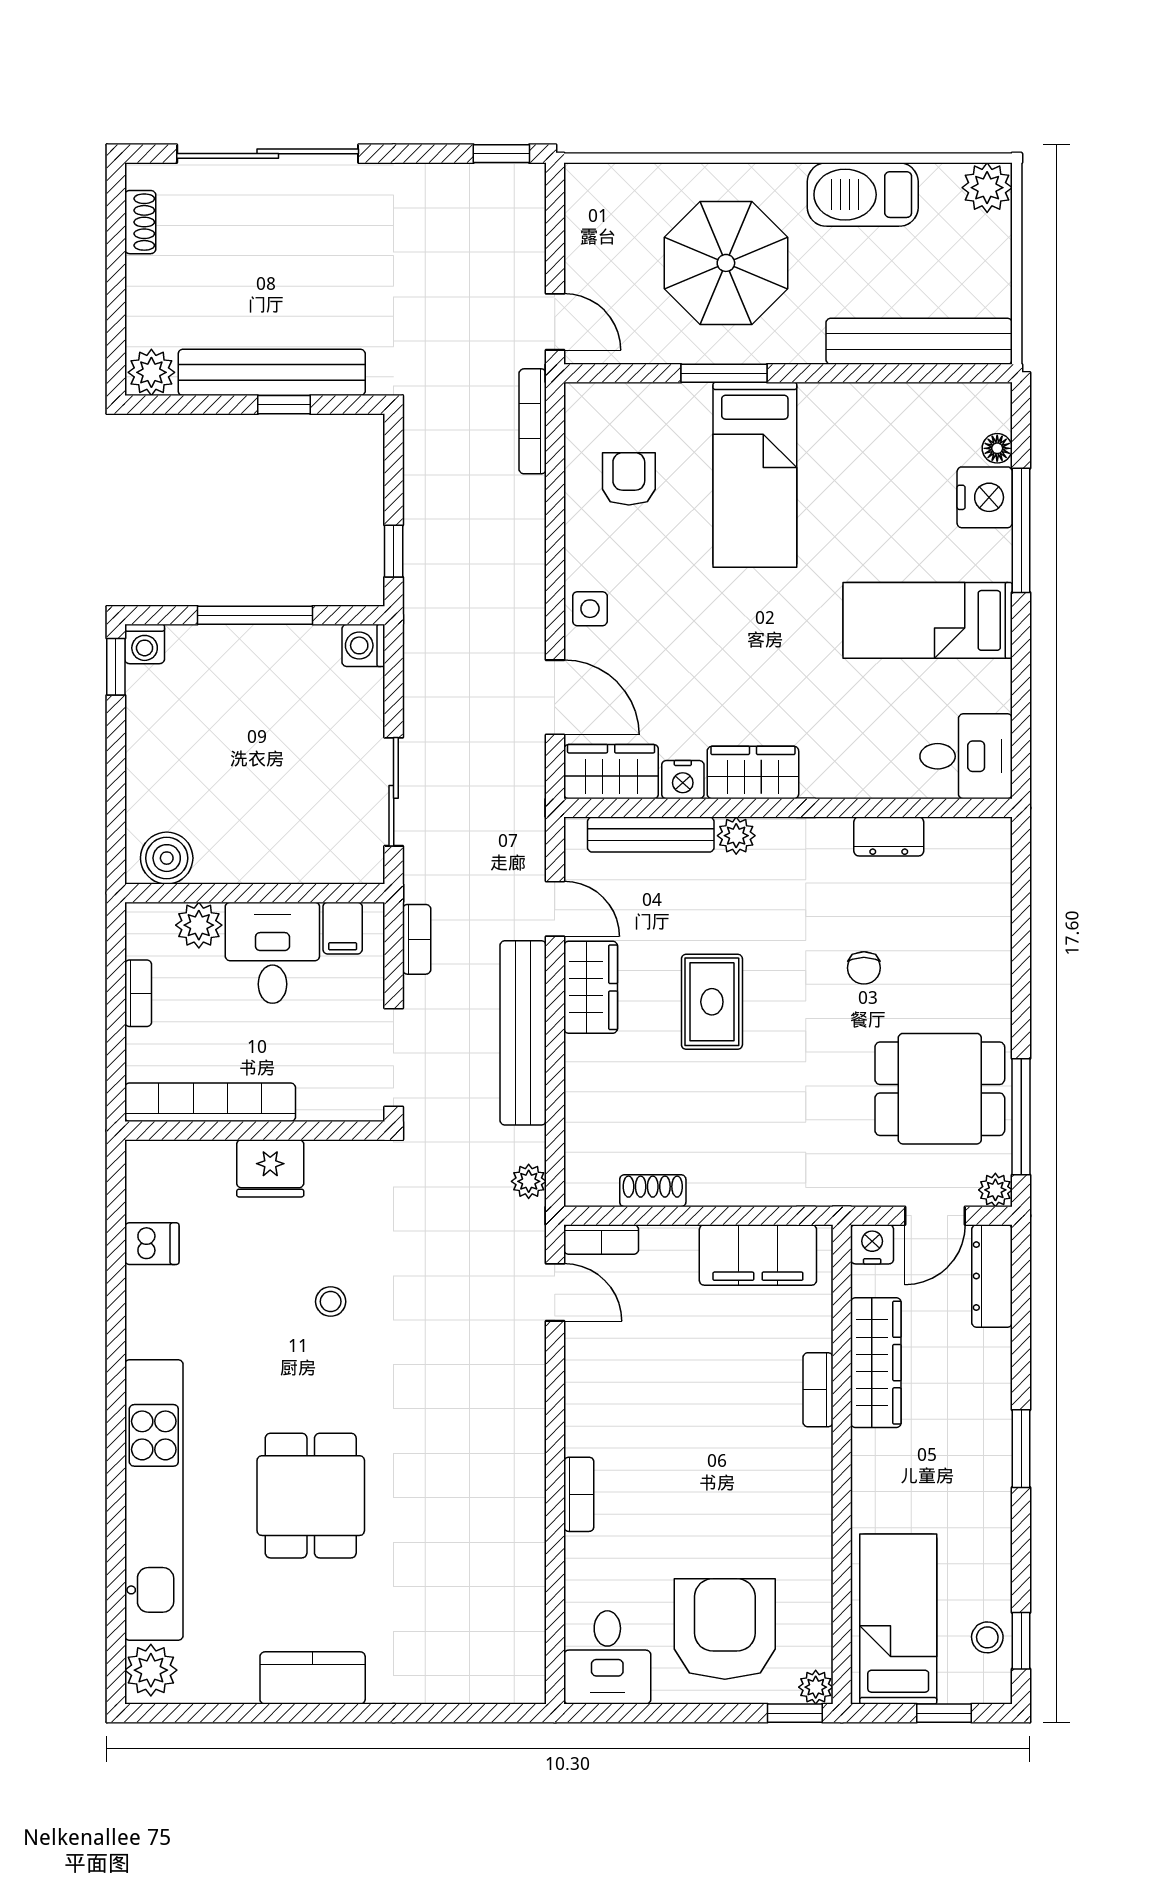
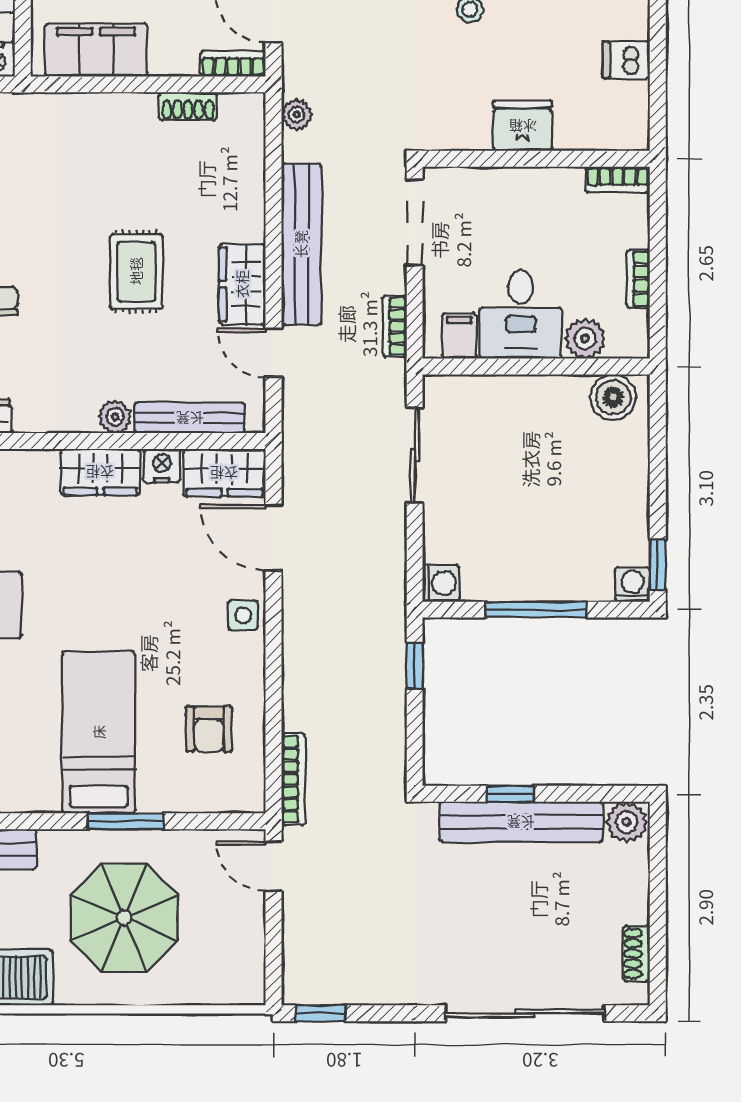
bookcase: (210, 1102) -> (618, 180), width x0.43, depth x0.76

